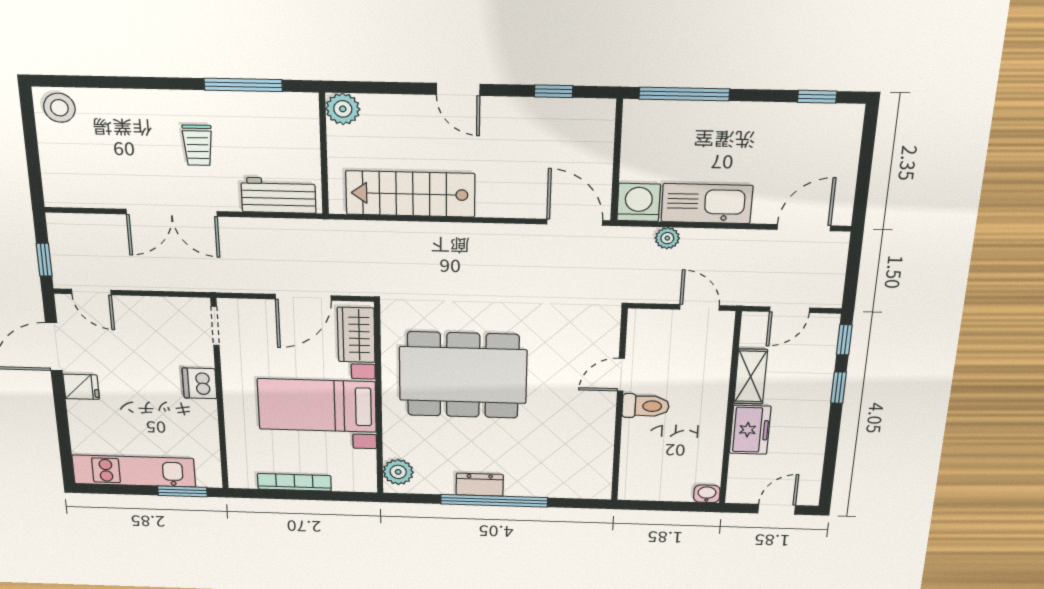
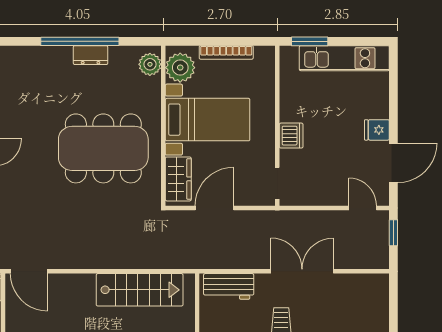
plant: (357, 467) -> (180, 68), added

